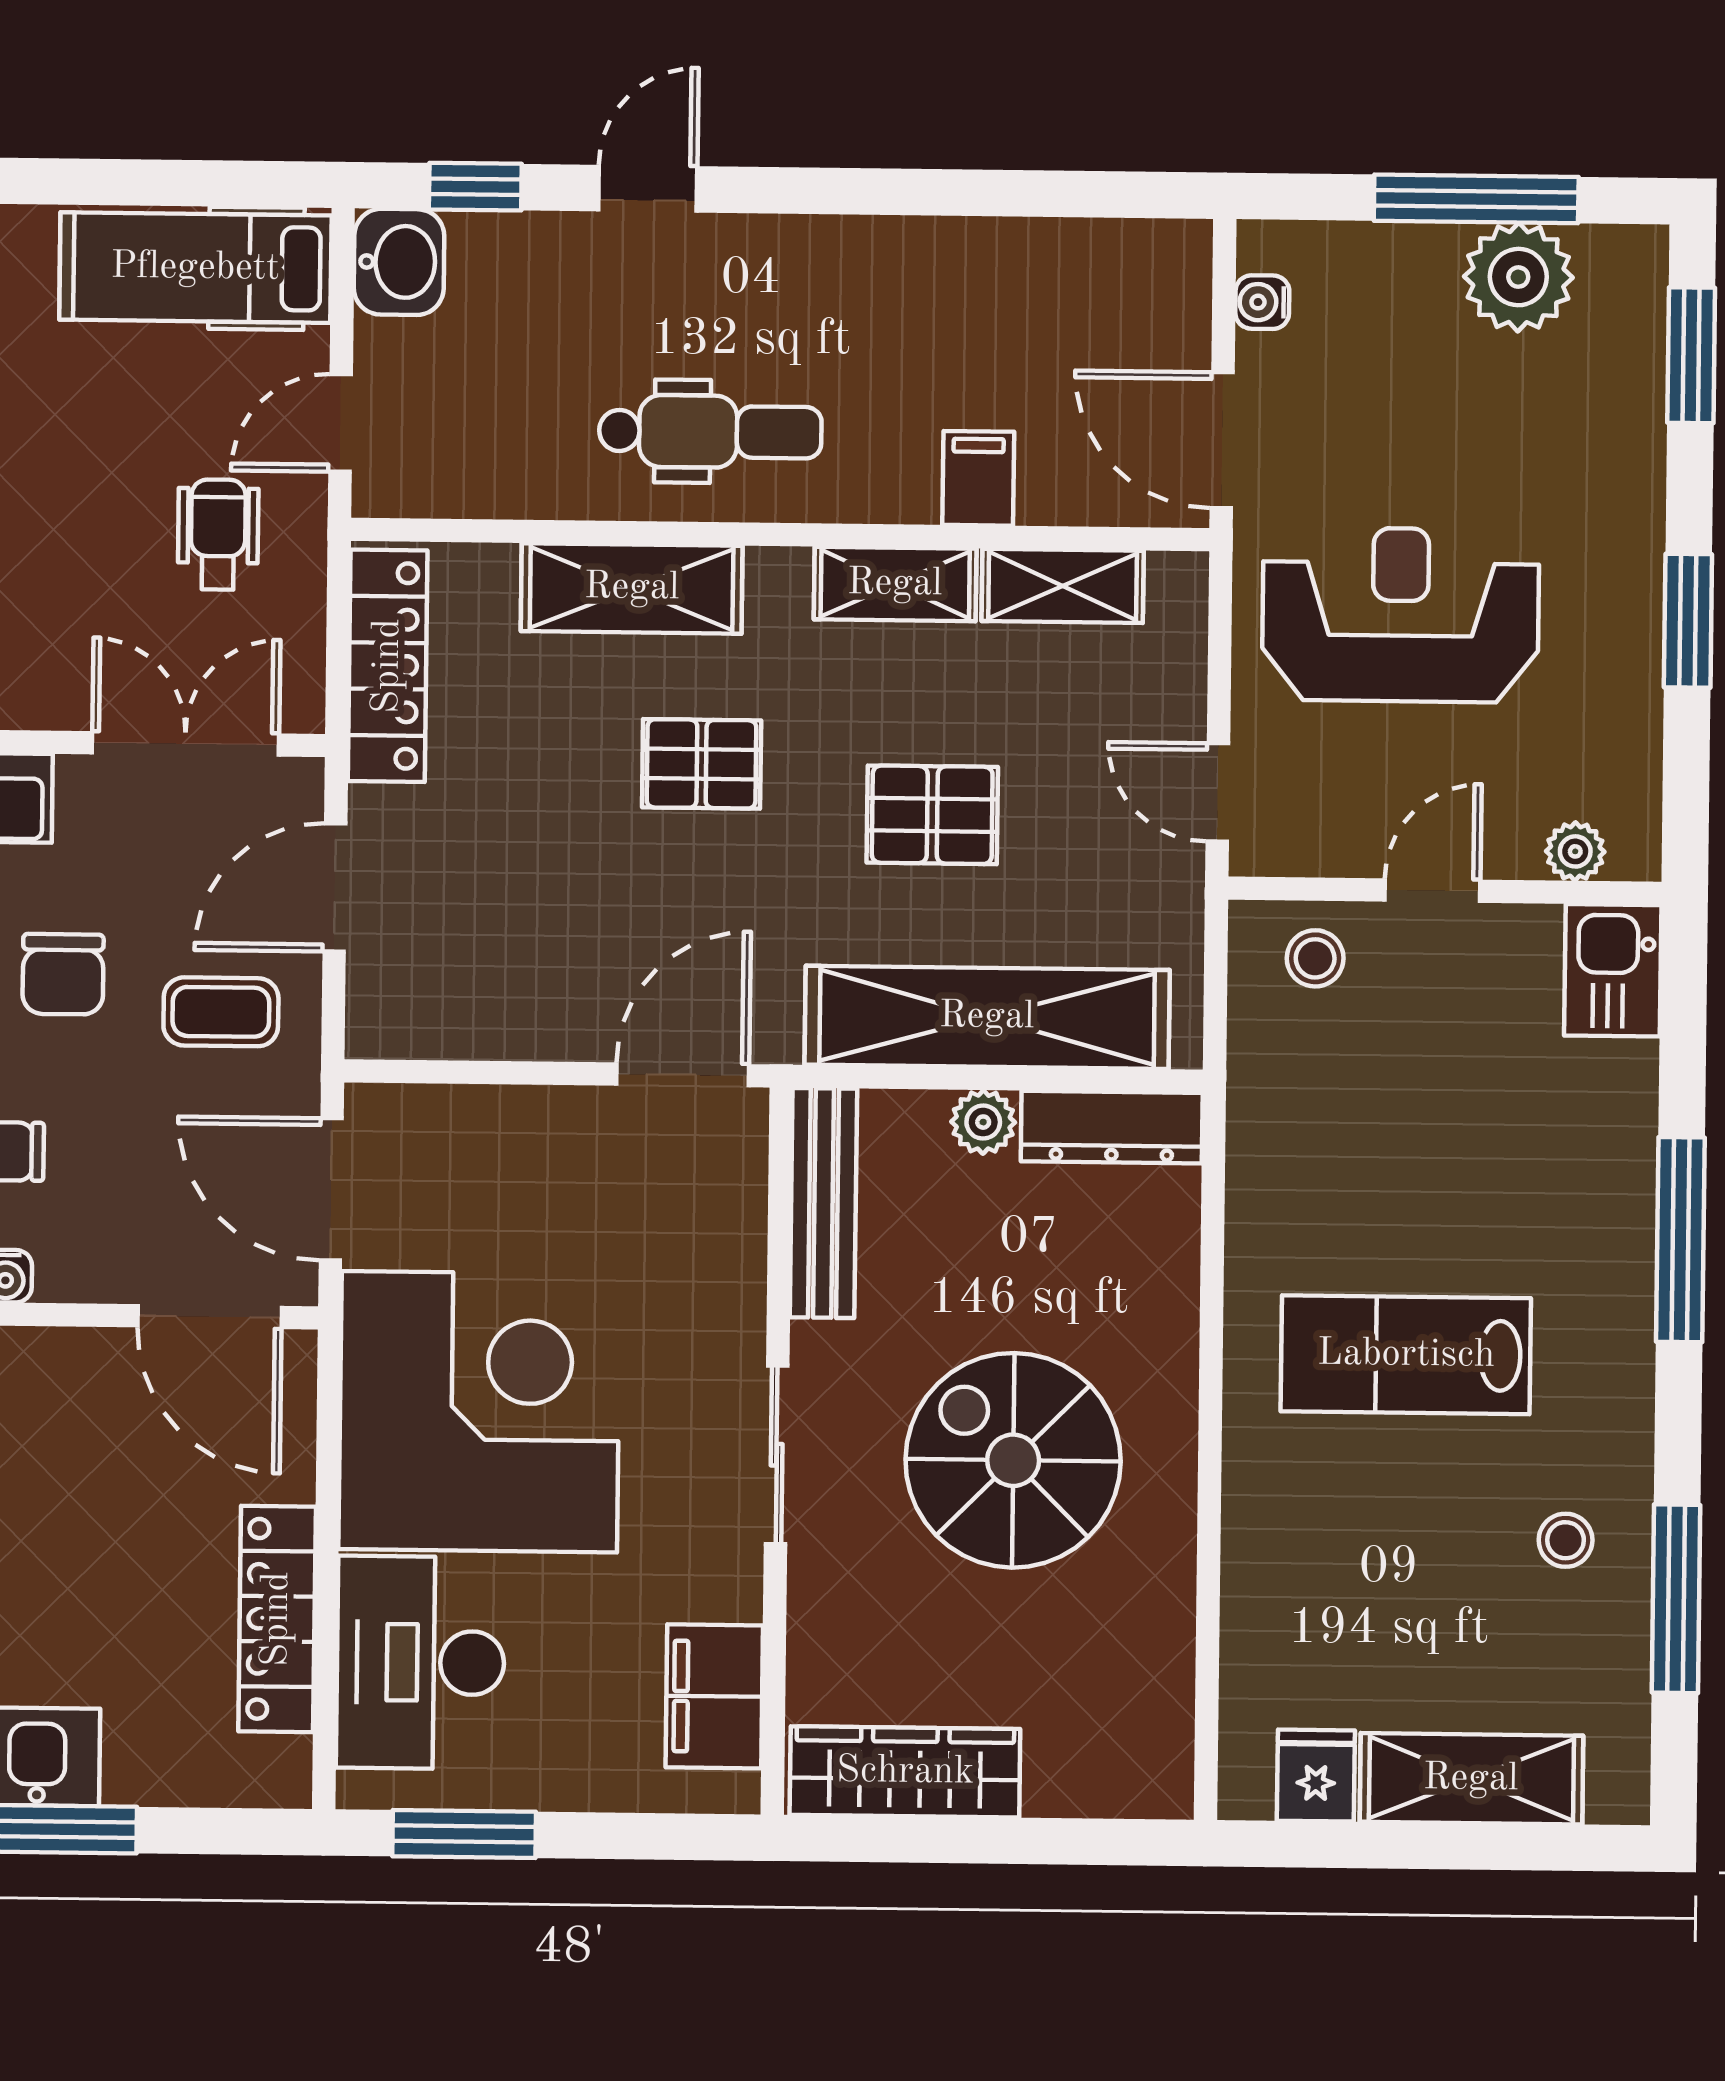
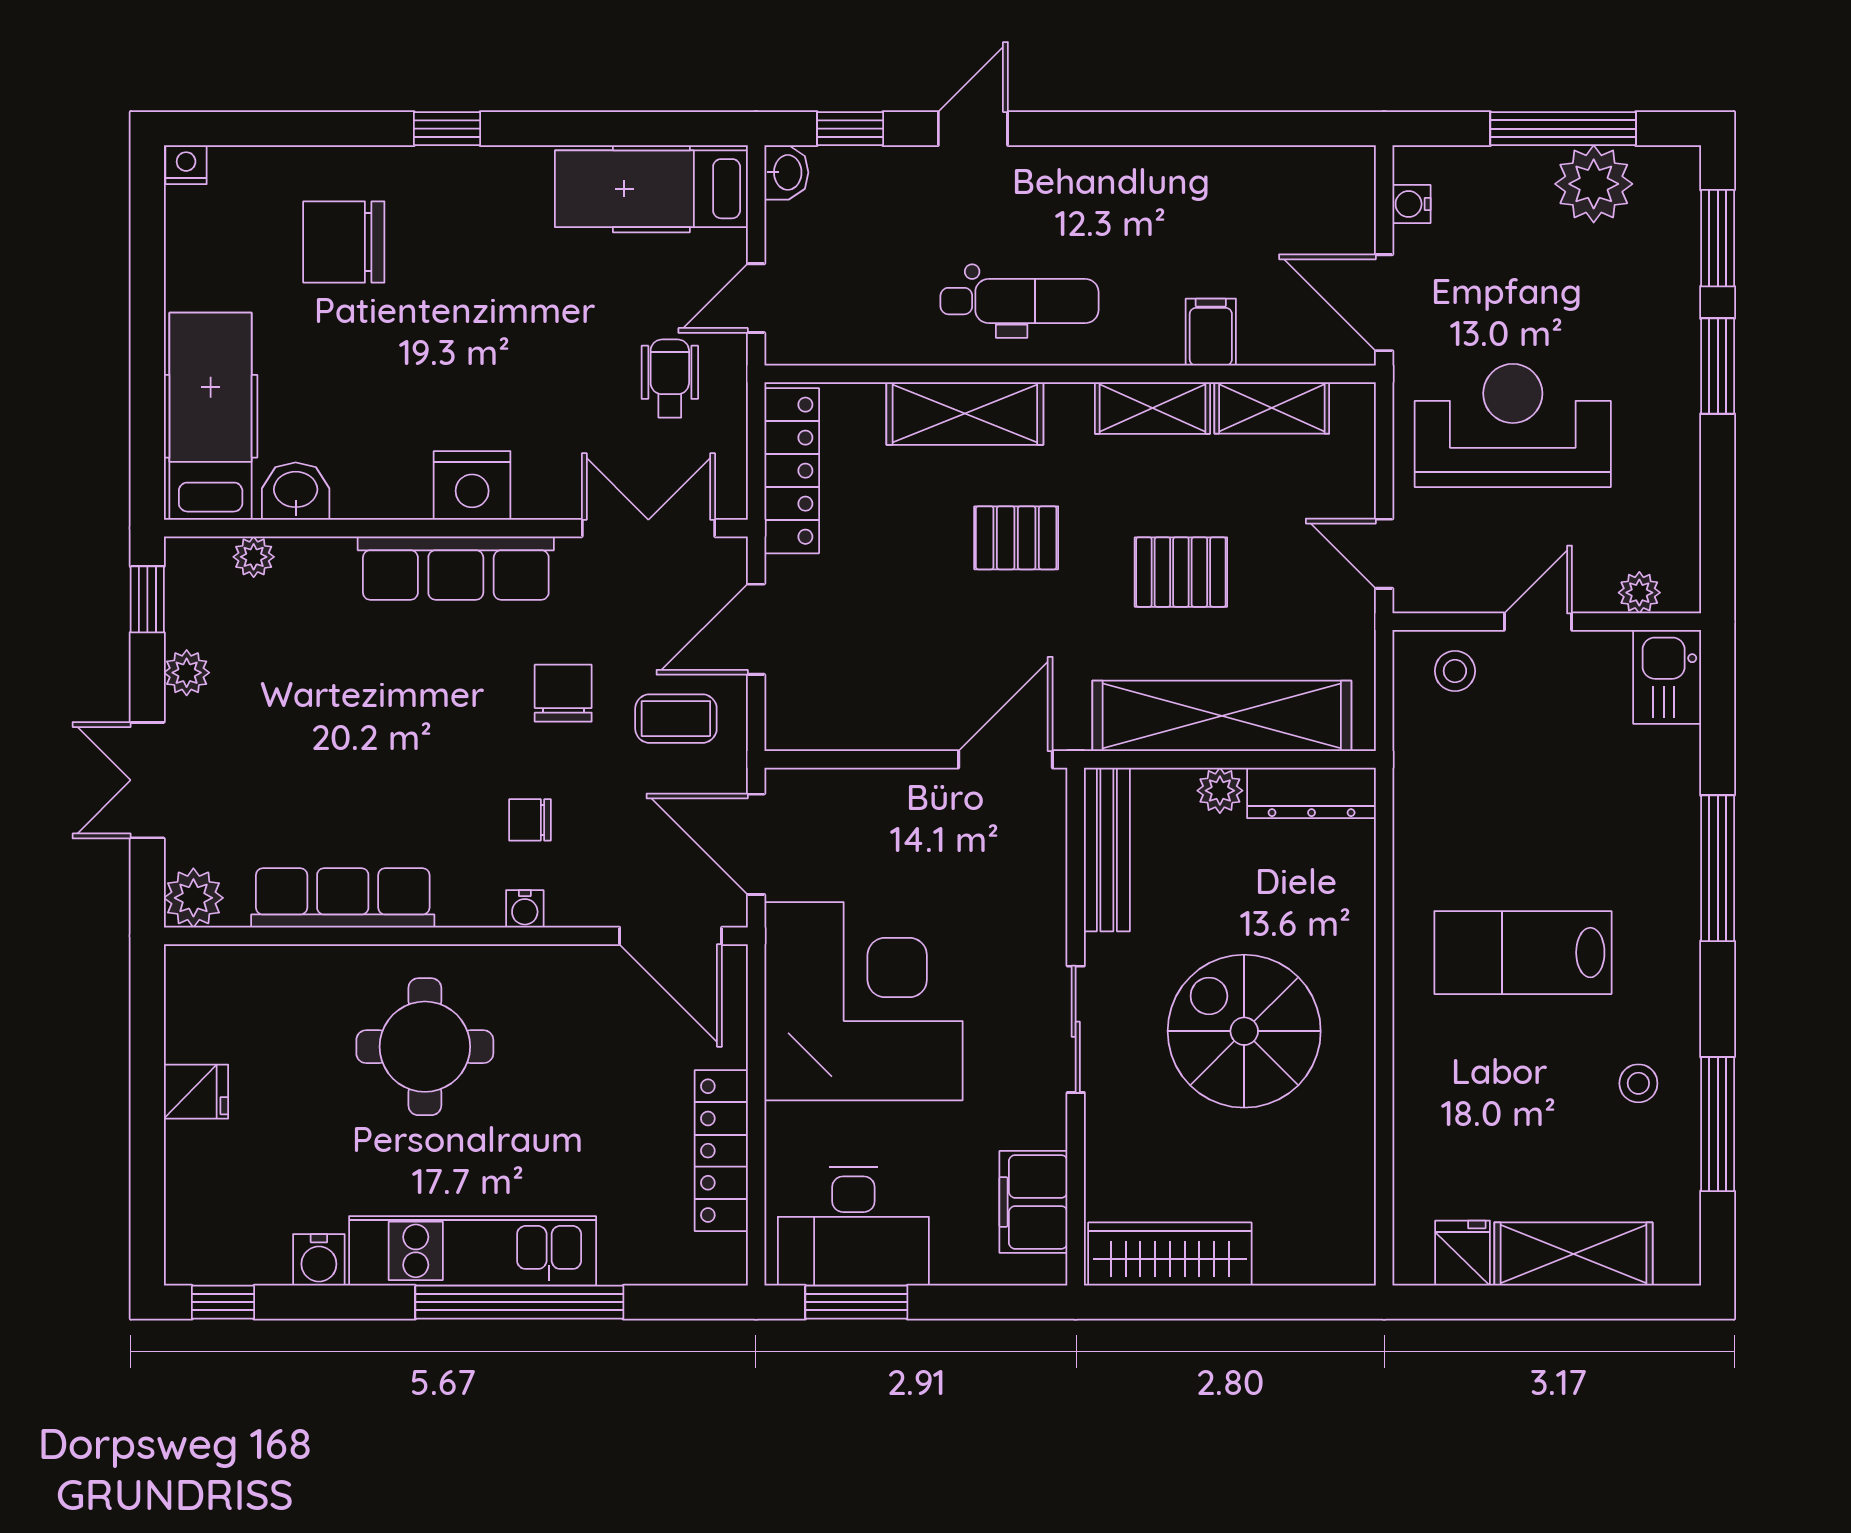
washbasin: (399, 262) -> (786, 172), width x0.72, depth x0.69
window: (1688, 621) -> (1718, 366), moved
chair: (63, 974) -> (563, 693), turned 180
desk: (420, 1662) -> (853, 1226), moved, turned -90

